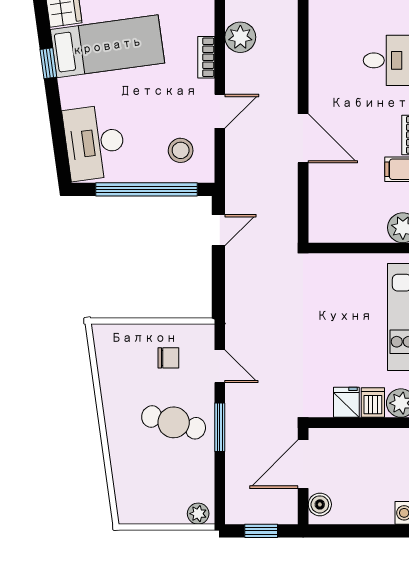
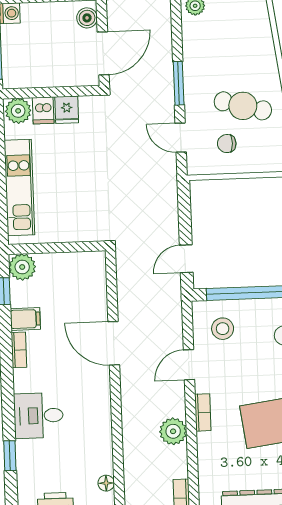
cafe table: (174, 422) -> (243, 106), moved

